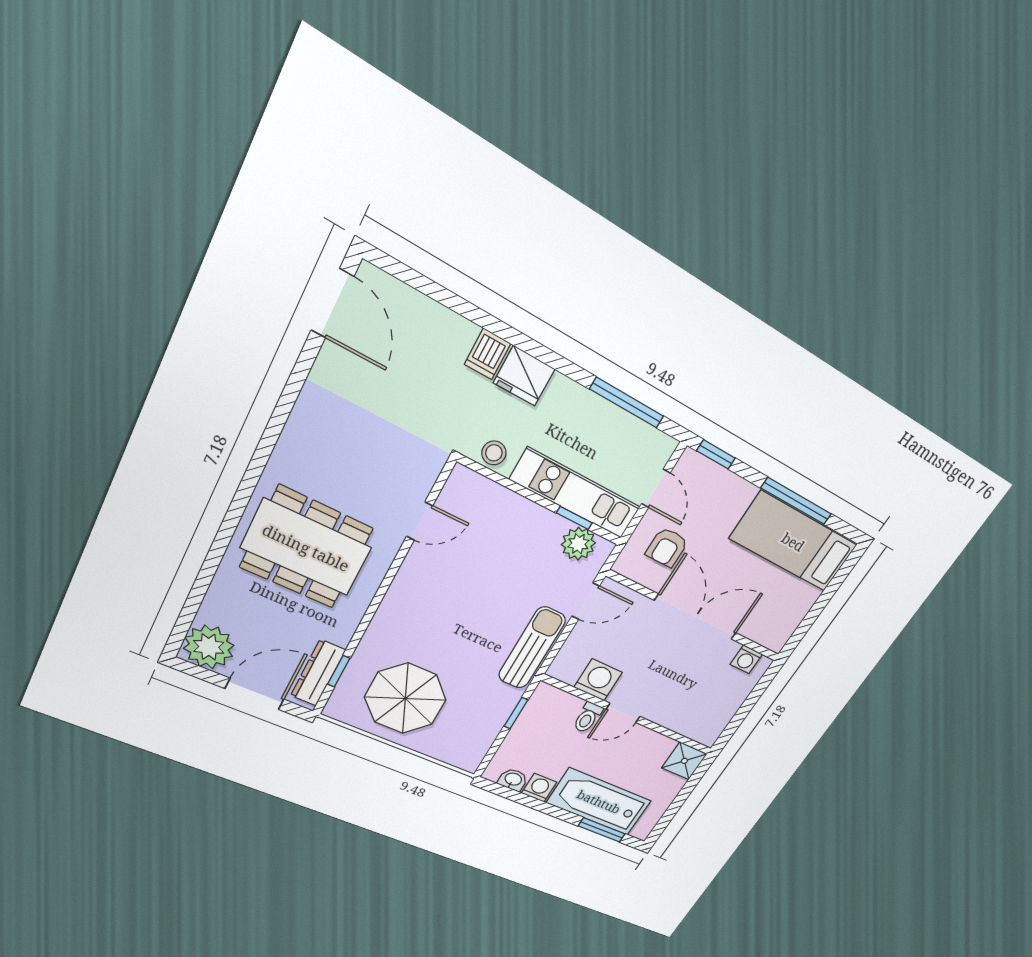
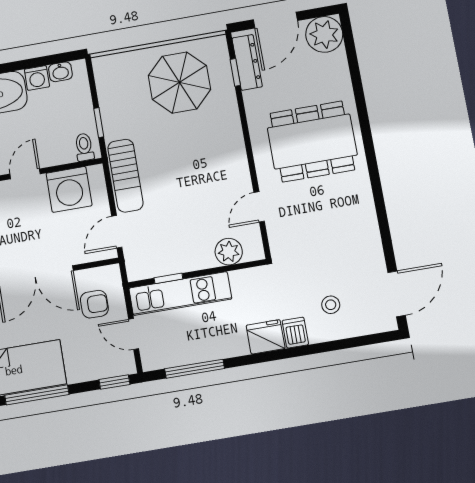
door: (332, 304) -> (397, 294), swing flipped
stool: (494, 453) -> (331, 305), moved
plant: (578, 544) -> (229, 252), moved
armchair: (667, 547) -> (94, 304), turned 90
washing machine: (598, 680) -> (69, 189), width x1.37, depth x1.37
toilet: (588, 717) -> (84, 147), moved

